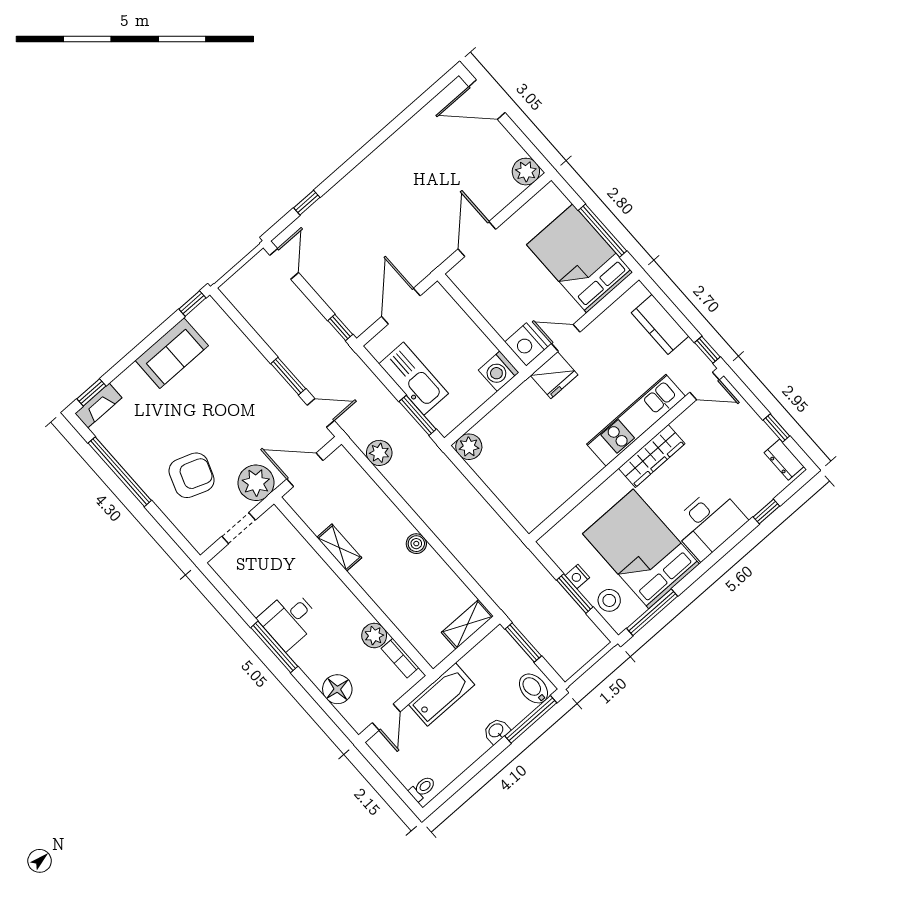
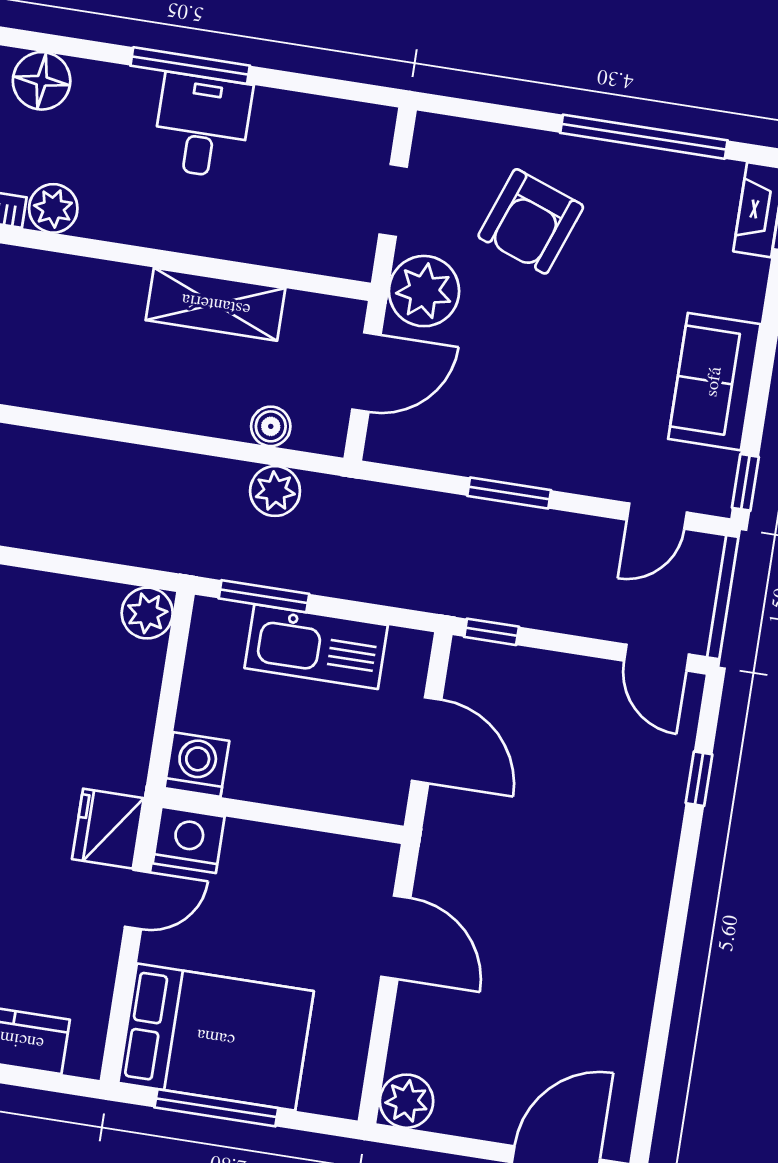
door: (321, 413) -> (657, 516), moved
boiler: (416, 544) -> (271, 426), moved
shelving: (339, 548) -> (216, 304), width x1.50, depth x1.33

